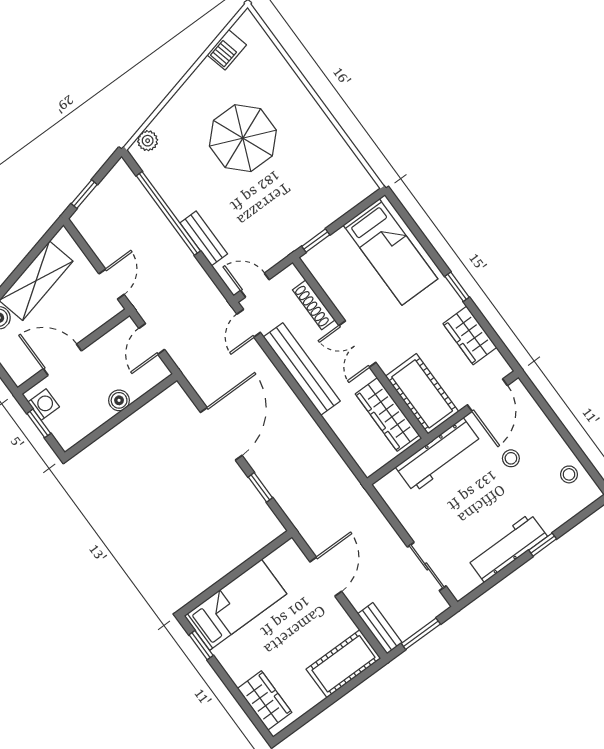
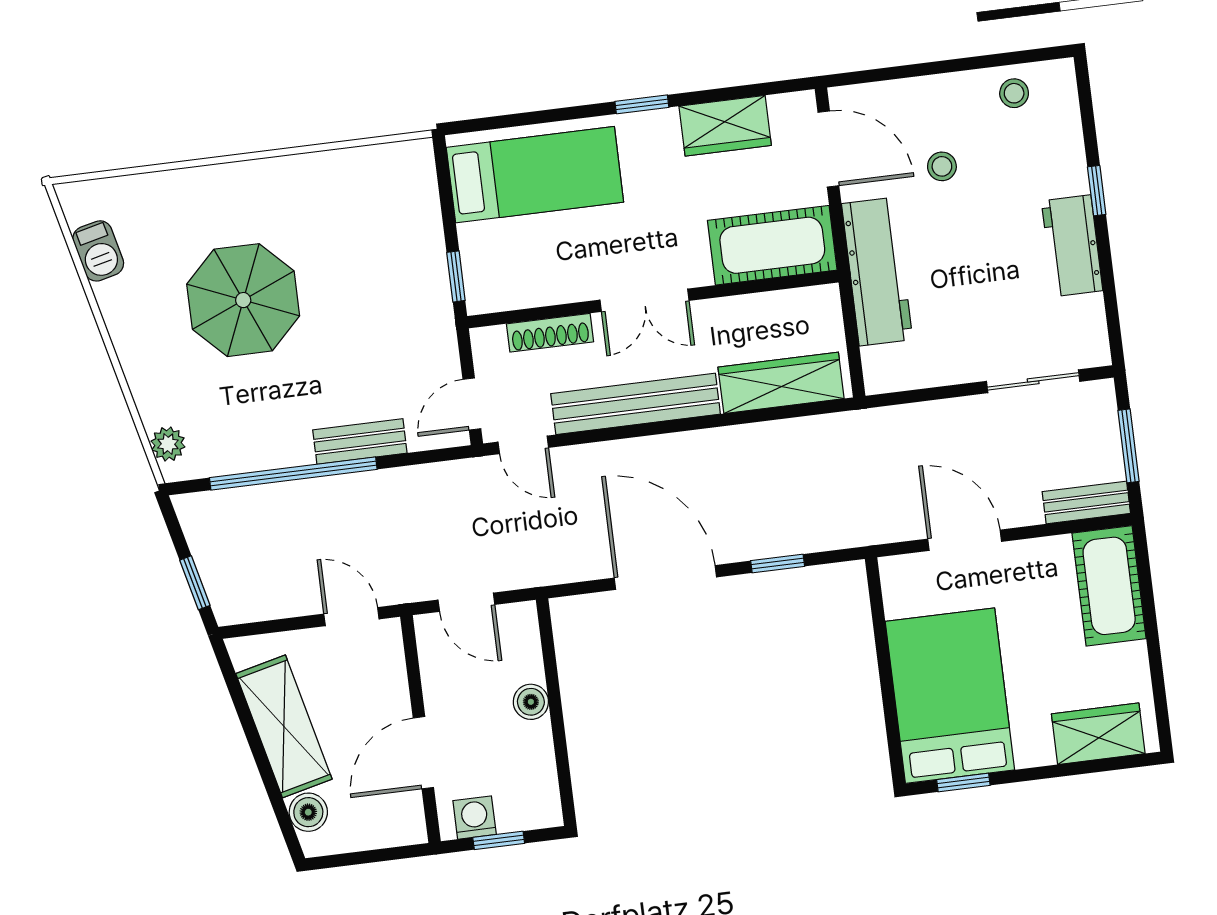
wardrobe: (387, 414) -> (781, 383), moved, turned 180
workbench: (507, 548) -> (1072, 246), width x0.73
bed: (235, 605) -> (950, 696), width x1.50

